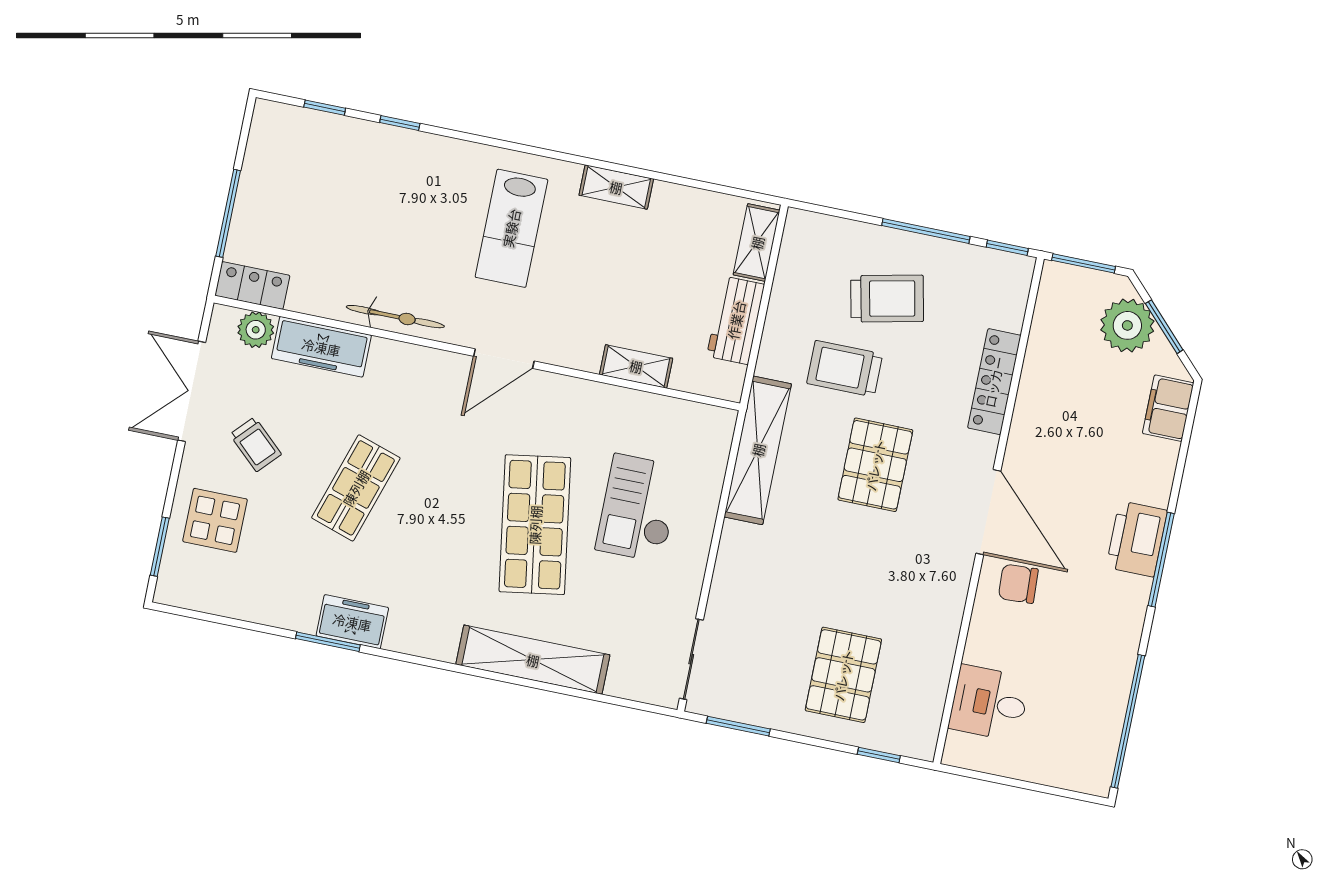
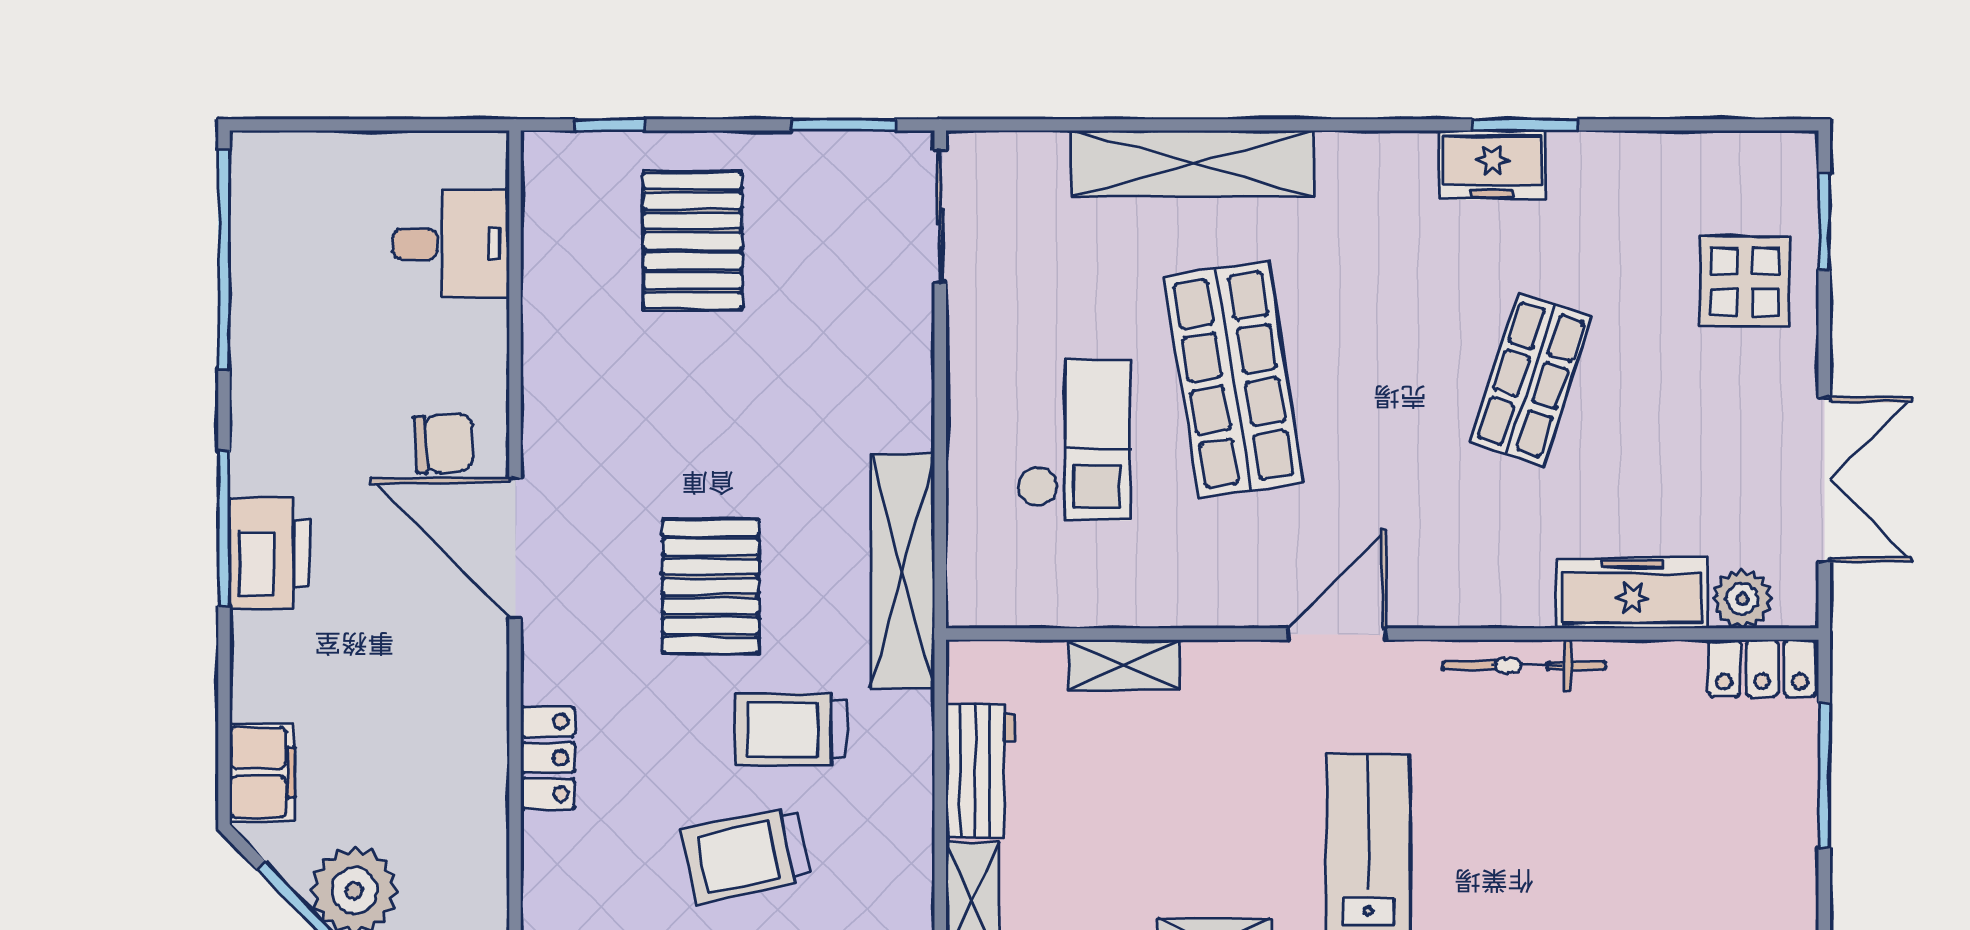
trolley: (845, 369) -> (791, 729), turned 180
locker: (994, 382) -> (548, 758), width x0.66
trolley: (256, 444) -> (1705, 416), removed

